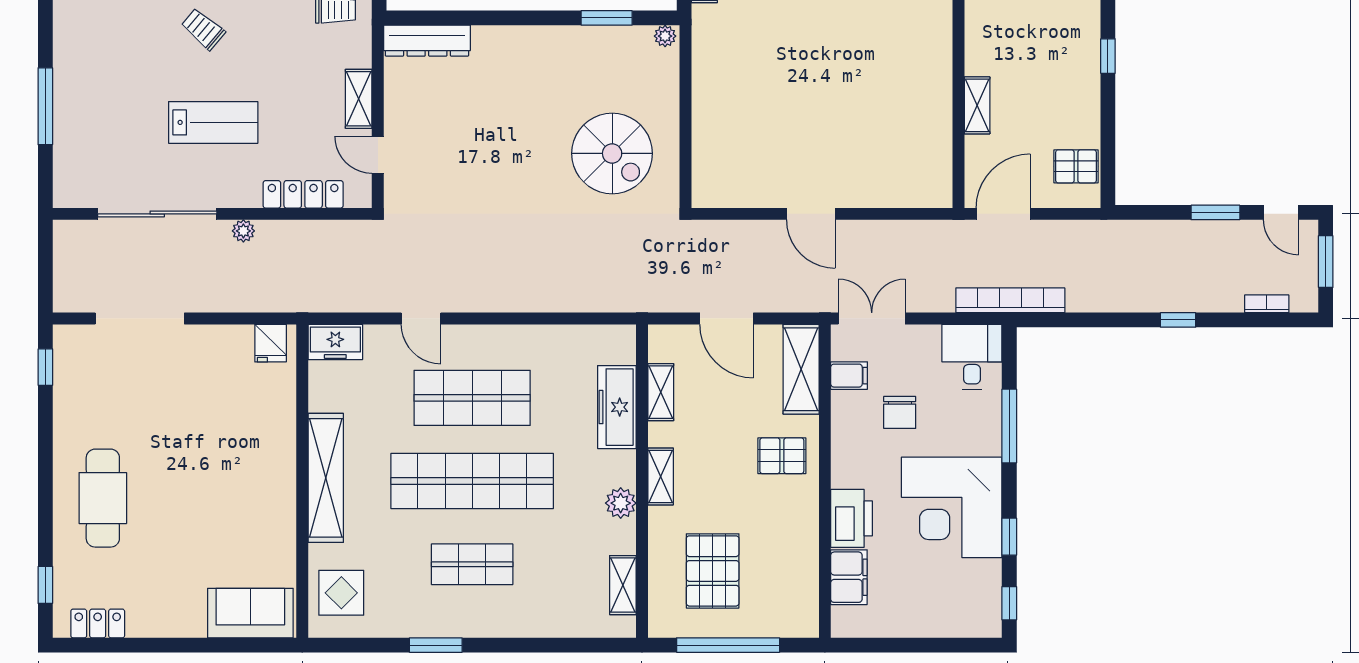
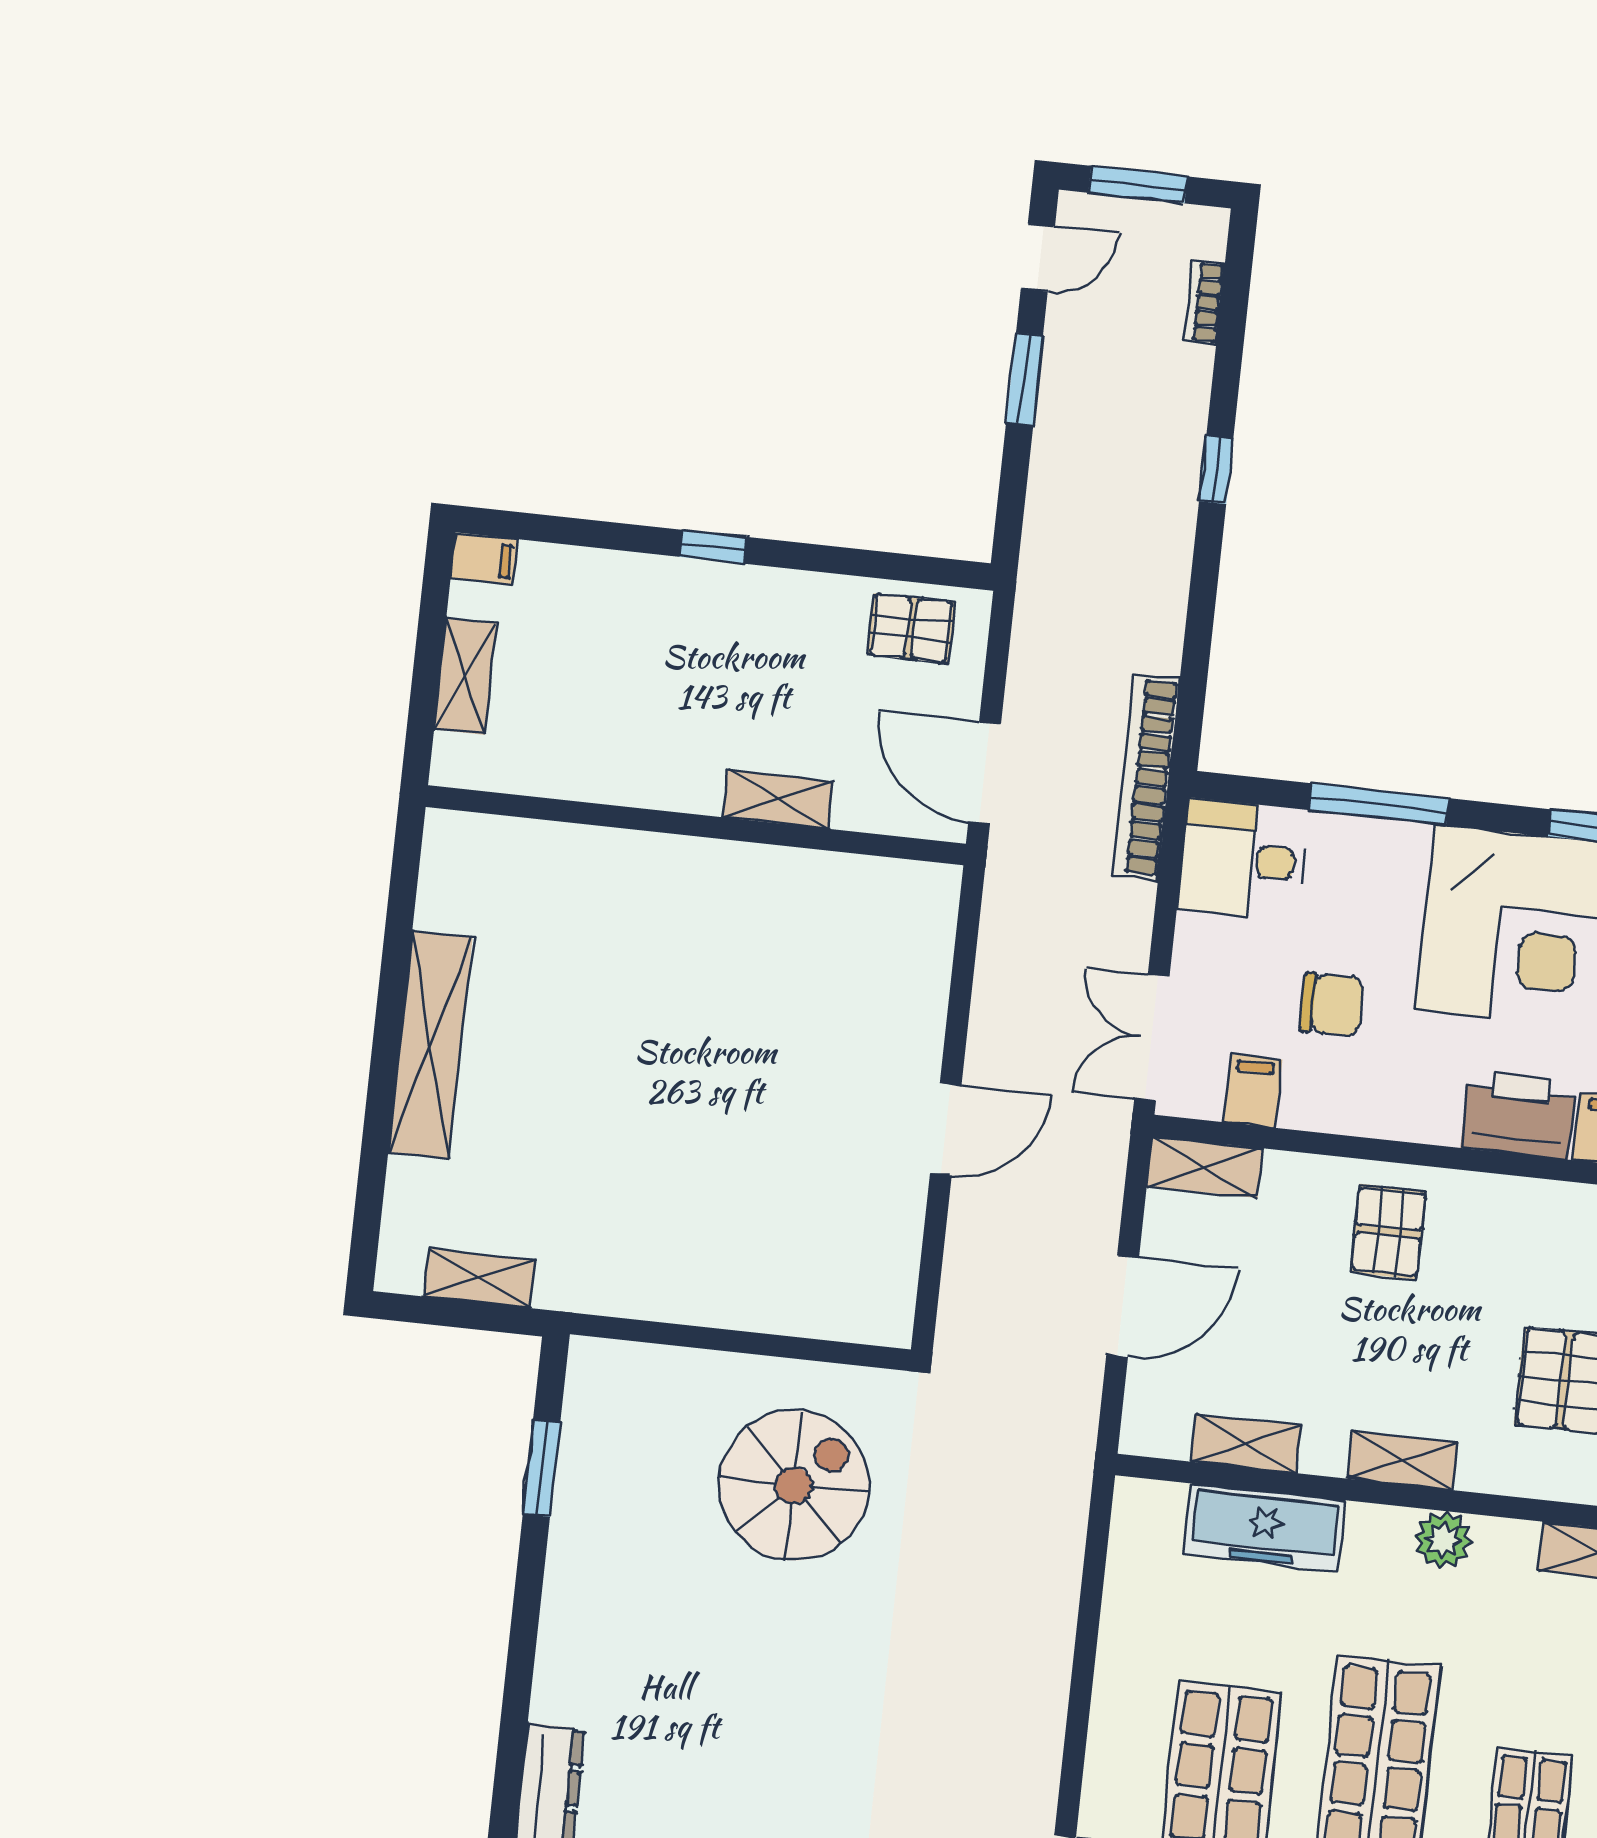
plant: (665, 36) -> (587, 1364), removed
pallet: (1076, 166) -> (911, 628), turned 90
shelving: (801, 369) -> (1205, 1167), width x0.67, depth x0.75

